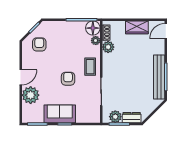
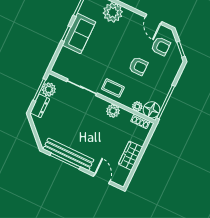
door: (166, 31) -> (102, 179), moved
plant: (108, 47) -> (113, 111), moved
door: (21, 77) -> (154, 19), moved
armchair: (68, 79) -> (138, 66), moved

